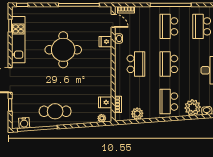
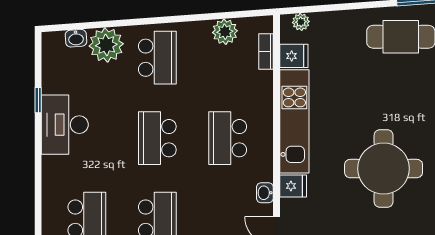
school desk: (169, 64) -> (157, 138), turned 180
kitchen unit: (105, 72) -> (294, 121), added

